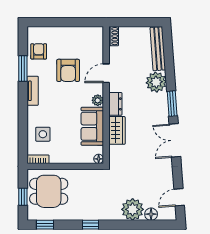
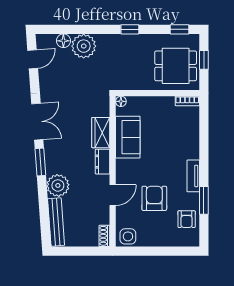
plant: (98, 100) -> (122, 166), removed
side table: (43, 134) -> (128, 236), moved

